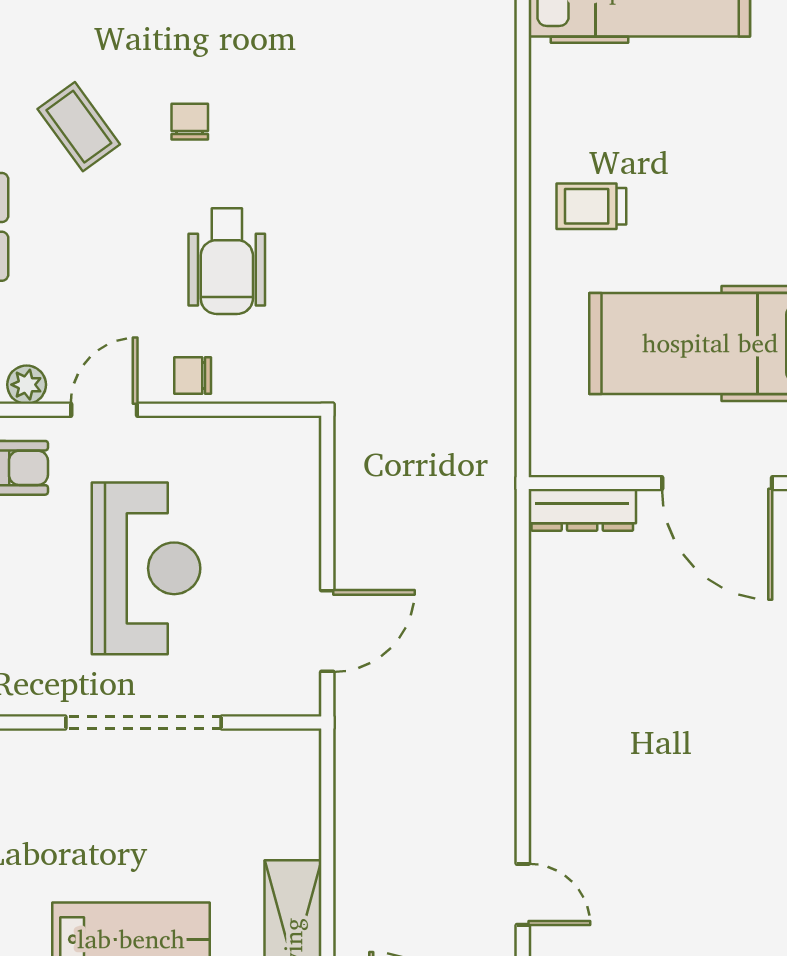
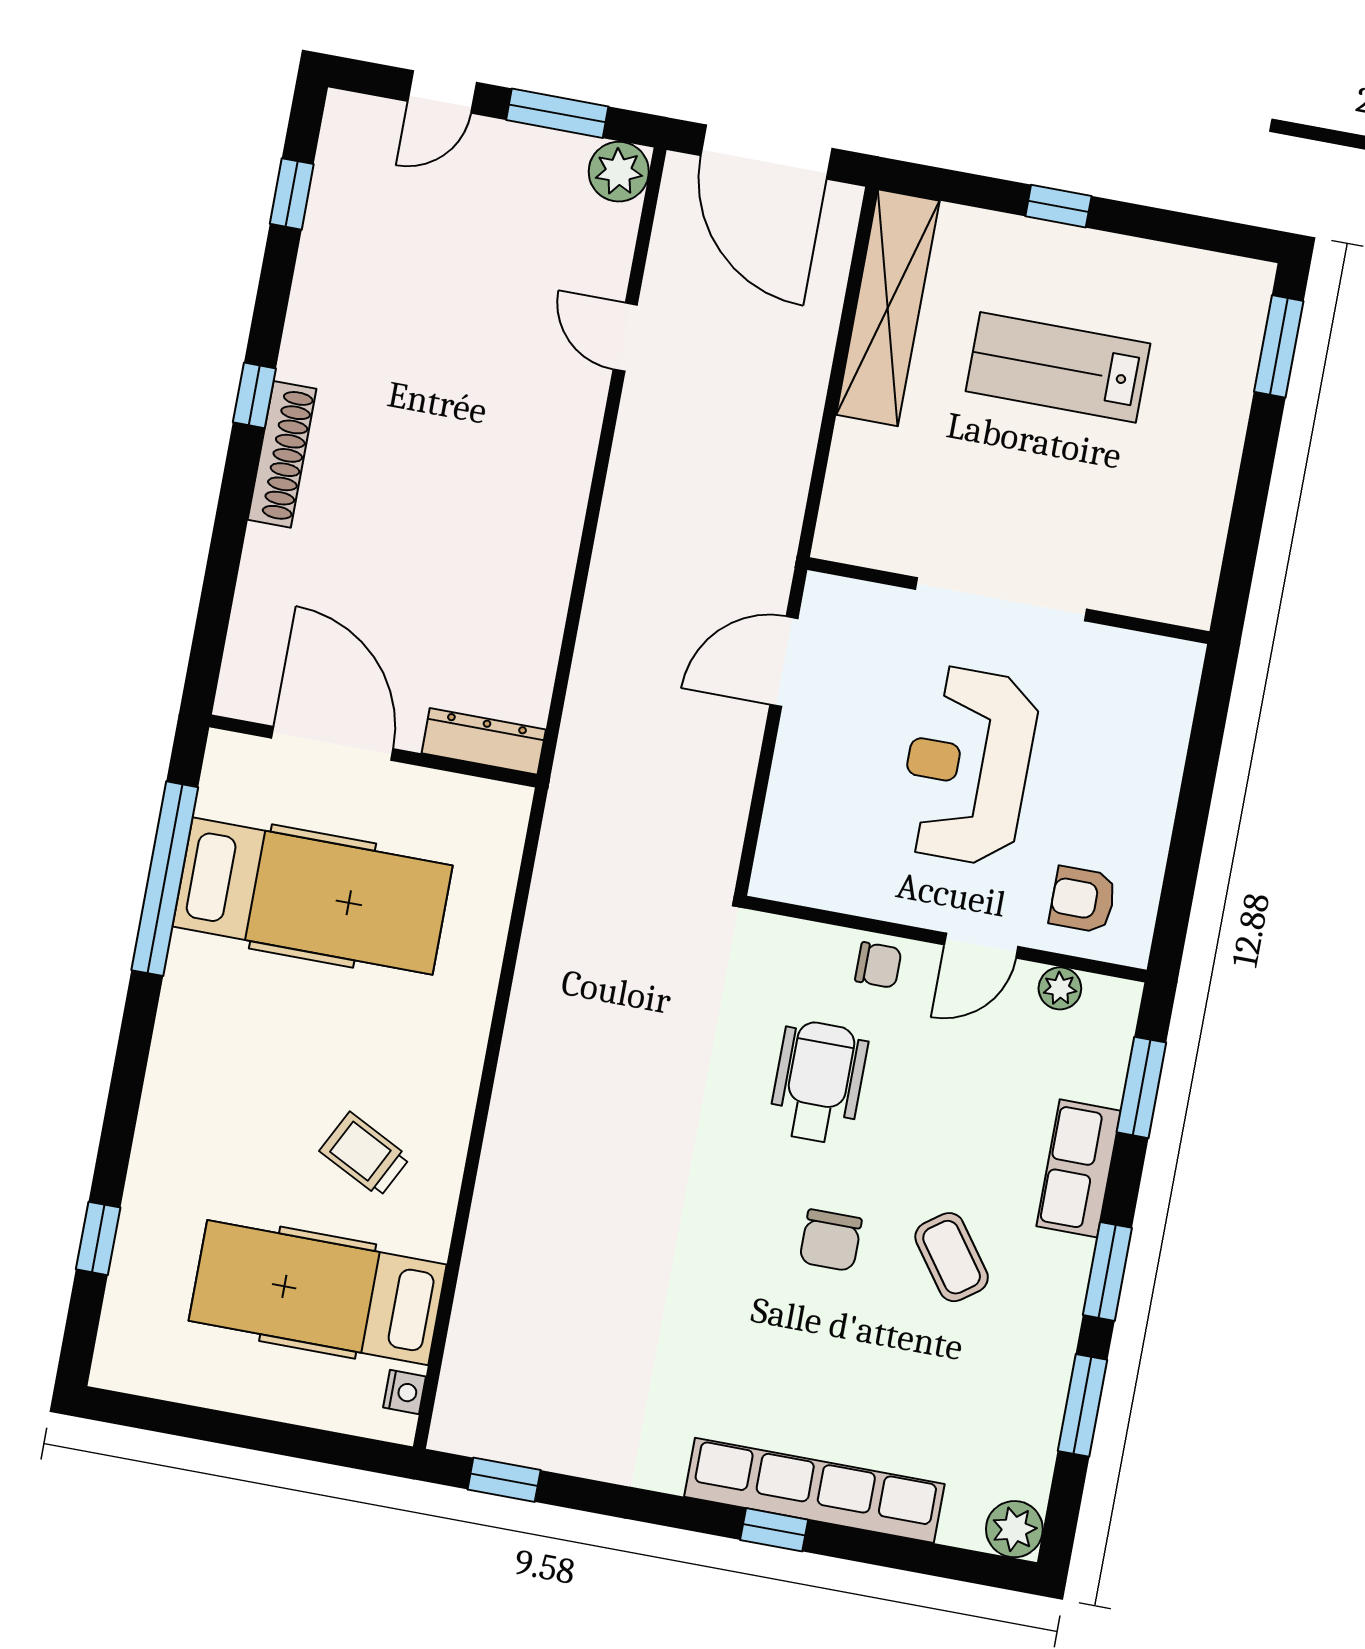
chair: (190, 122) -> (831, 1240), width x1.37, depth x1.37
trolley: (591, 206) -> (365, 1154), moved, turned -153

